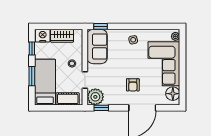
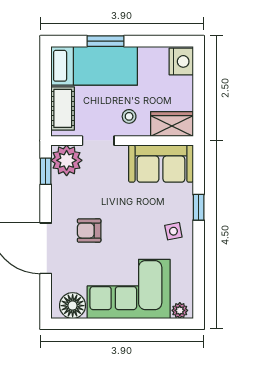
window: (100, 26) -> (199, 207), moved
wardrobe: (62, 36) -> (172, 124), moved, turned 90
window: (32, 49) -> (157, 41), removed

